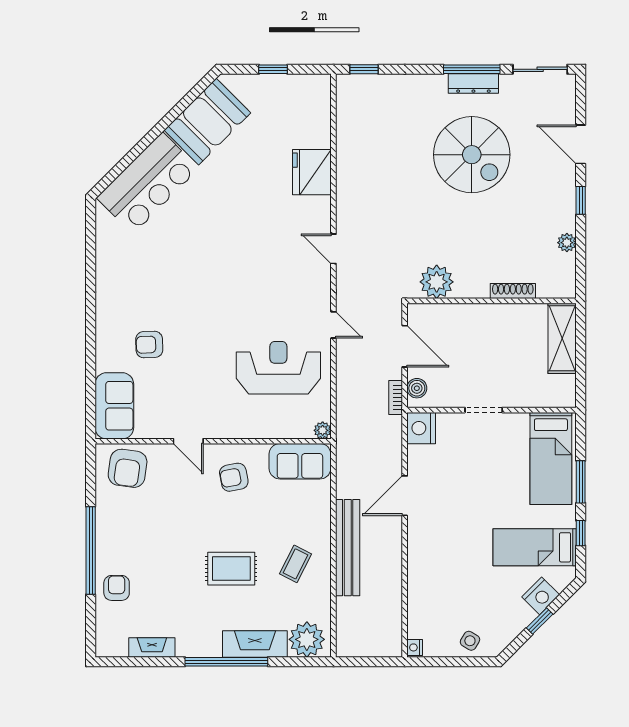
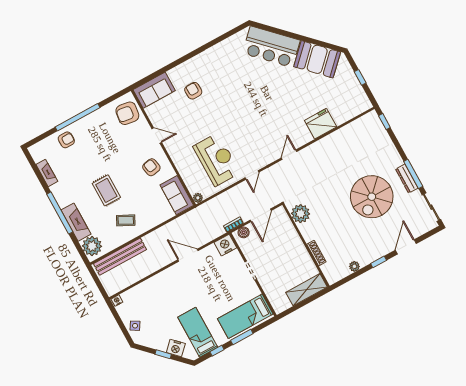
door: (188, 441) -> (157, 135), swing flipped
bench: (348, 548) -> (120, 257), moved

